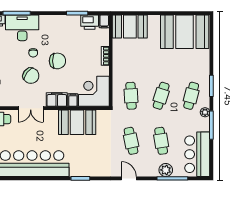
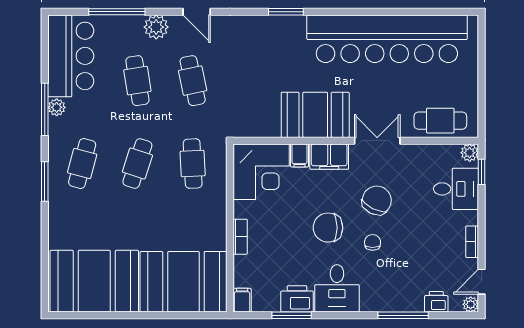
printer: (90, 22) -> (297, 299), moved
booth: (130, 26) -> (183, 282), width x1.36, depth x1.42
desk: (22, 28) -> (337, 288), moved, width x0.73
chair: (31, 76) -> (377, 200), turned 79
plant: (205, 112) -> (57, 107), moved
booth: (77, 122) -> (315, 115), moved
plant: (166, 170) -> (156, 27), moved

